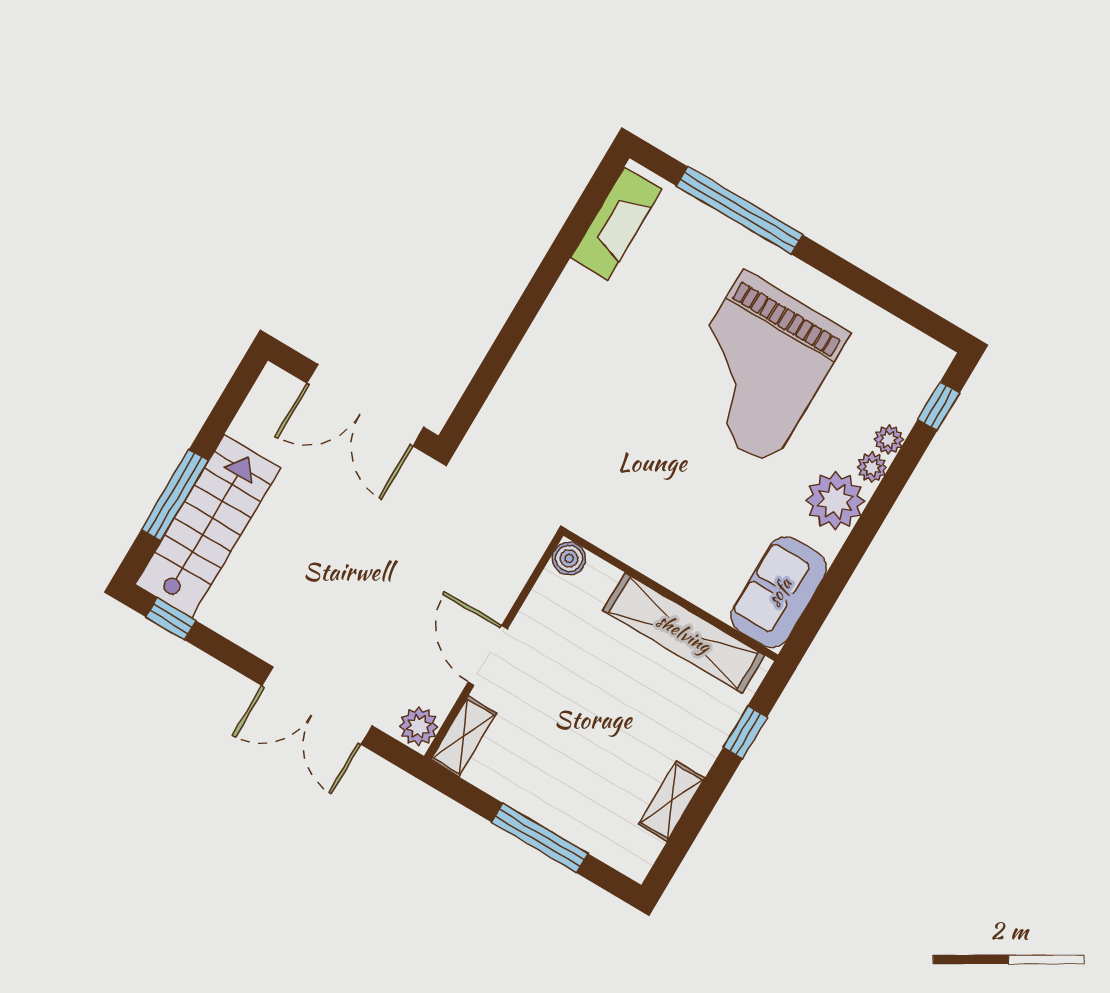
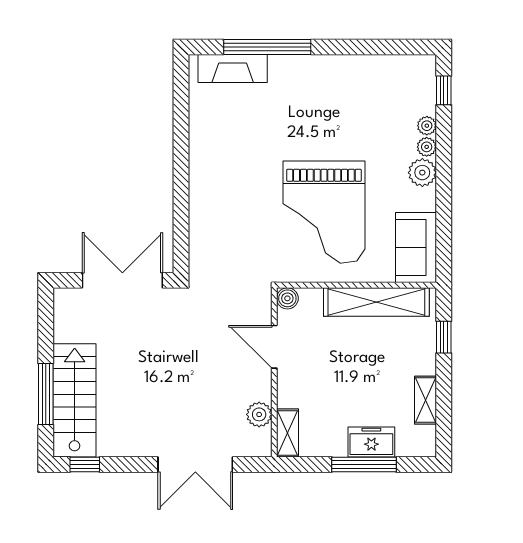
fireplace: (616, 223) -> (233, 68), moved, turned 90
grand piano: (757, 368) -> (324, 212), moved
double door: (365, 405) -> (122, 280), swing flipped
plant: (835, 501) -> (422, 173), width x0.73, depth x0.73
door: (488, 655) -> (274, 347), moved
plant: (419, 726) -> (259, 414), moved
freezer: (567, 814) -> (371, 442), added

